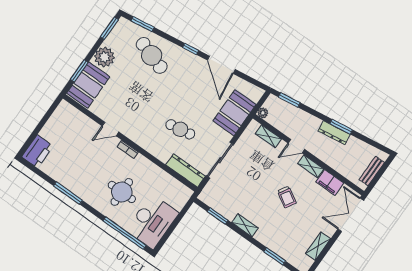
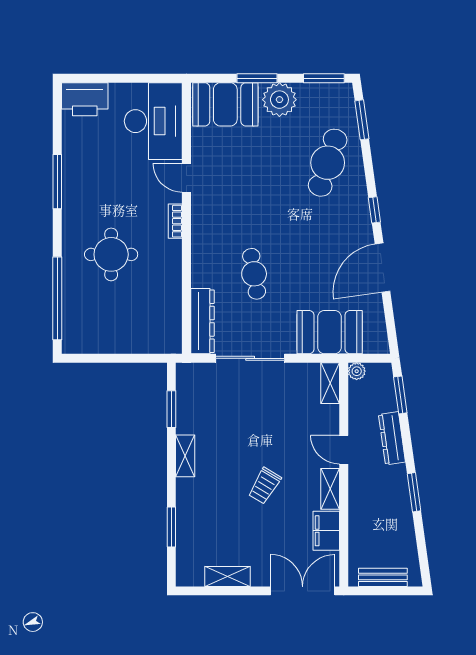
window: (79, 71) -> (257, 78), moved
dresser: (334, 133) -> (392, 438), moved
shelving: (268, 136) -> (330, 383), moved
desk: (152, 222) -> (153, 121), moved, turned -90

